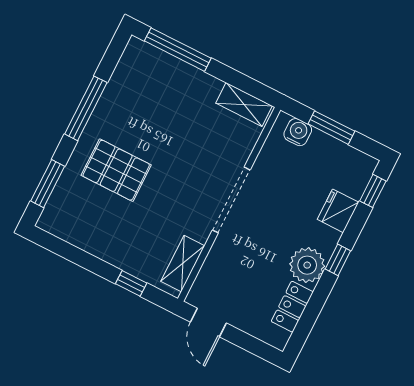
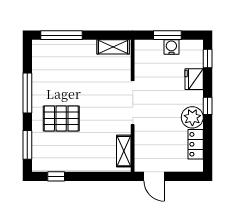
water cooler: (298, 132) -> (171, 47), moved
window: (131, 283) -> (56, 176), moved

